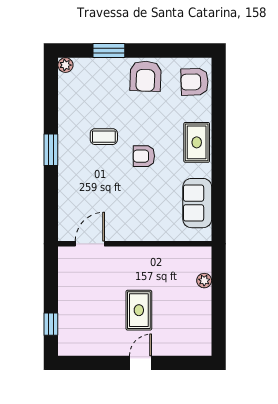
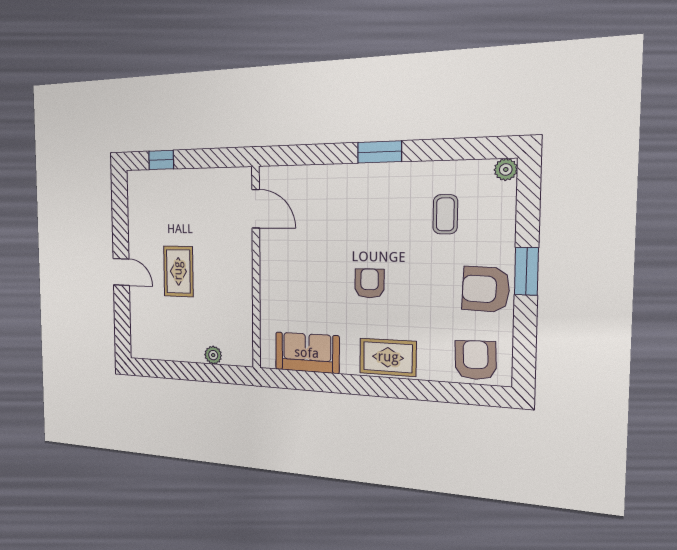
window: (109, 51) -> (526, 271), moved
coffee table: (104, 137) -> (445, 214), moved
rug: (139, 310) -> (178, 271), turned 90

